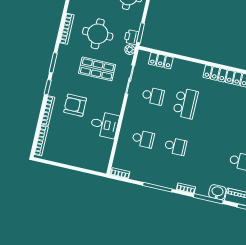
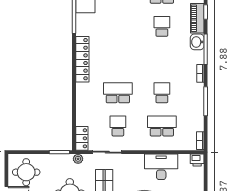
printer: (131, 37) -> (197, 160), moved
locker: (161, 61) -> (82, 138), moved
desk: (104, 125) -> (161, 167), width x1.37
school desk: (143, 139) -> (162, 126), width x1.85

